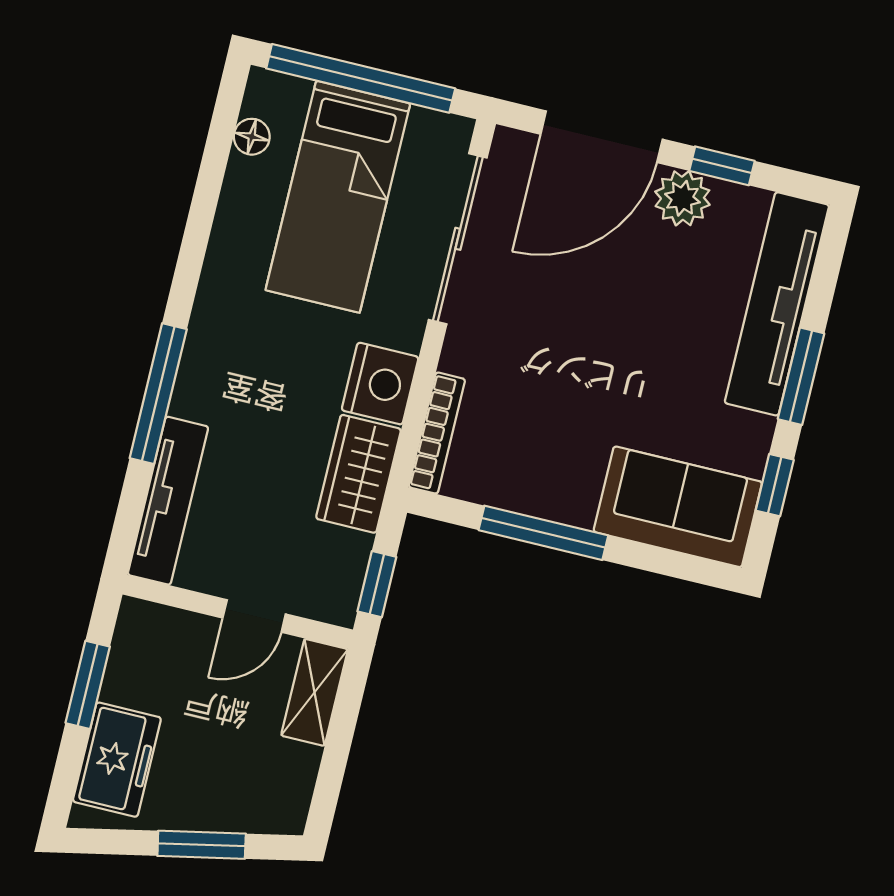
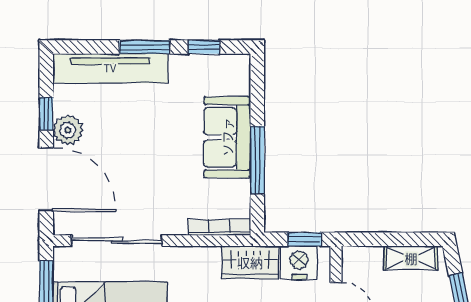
nightstand: (380, 384) -> (299, 263), moved
sofa: (678, 507) -> (227, 137), moved
shelving: (315, 692) -> (411, 258), moved

